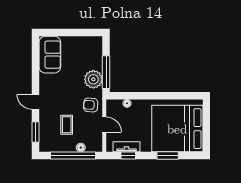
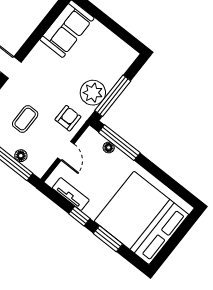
window: (131, 96) -> (119, 143), added
armchair: (91, 105) -> (68, 118), turned 86
window: (128, 156) -> (79, 216), moved

